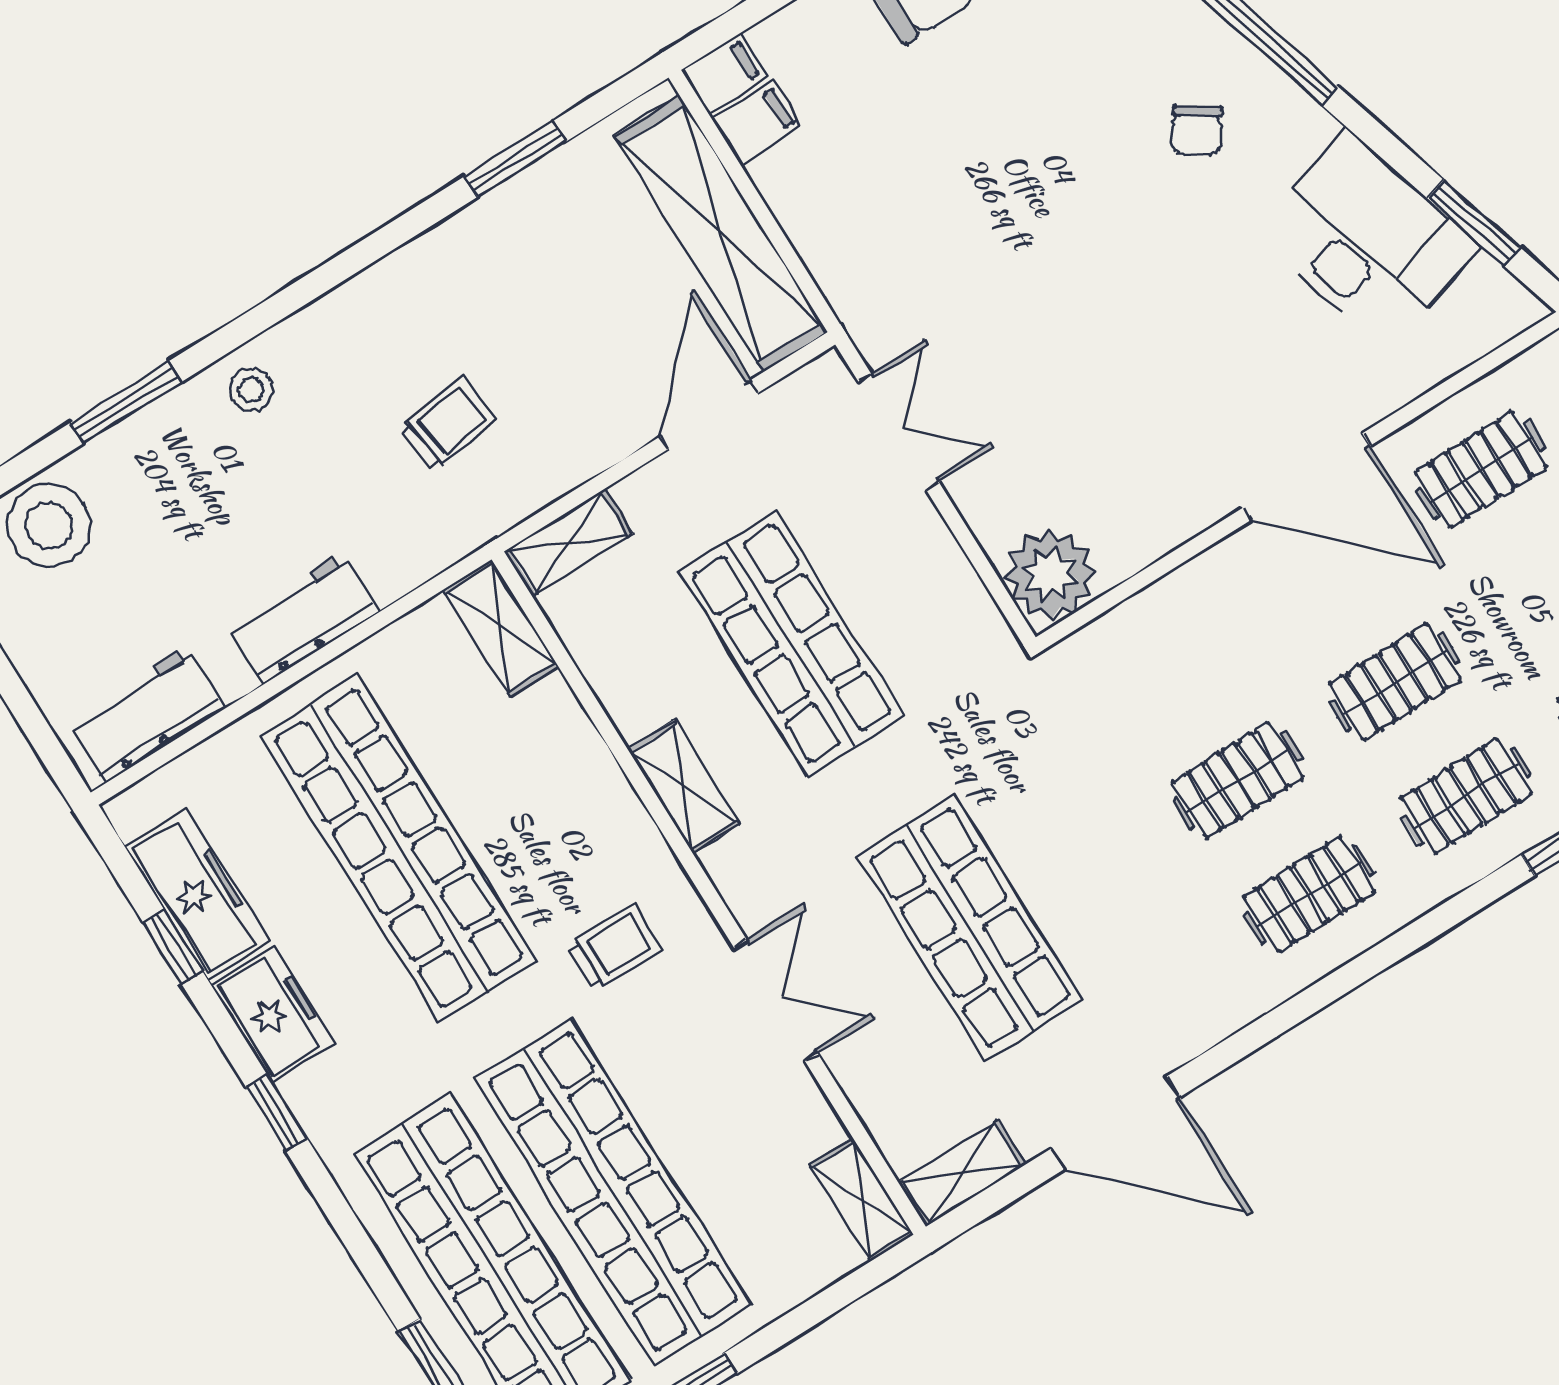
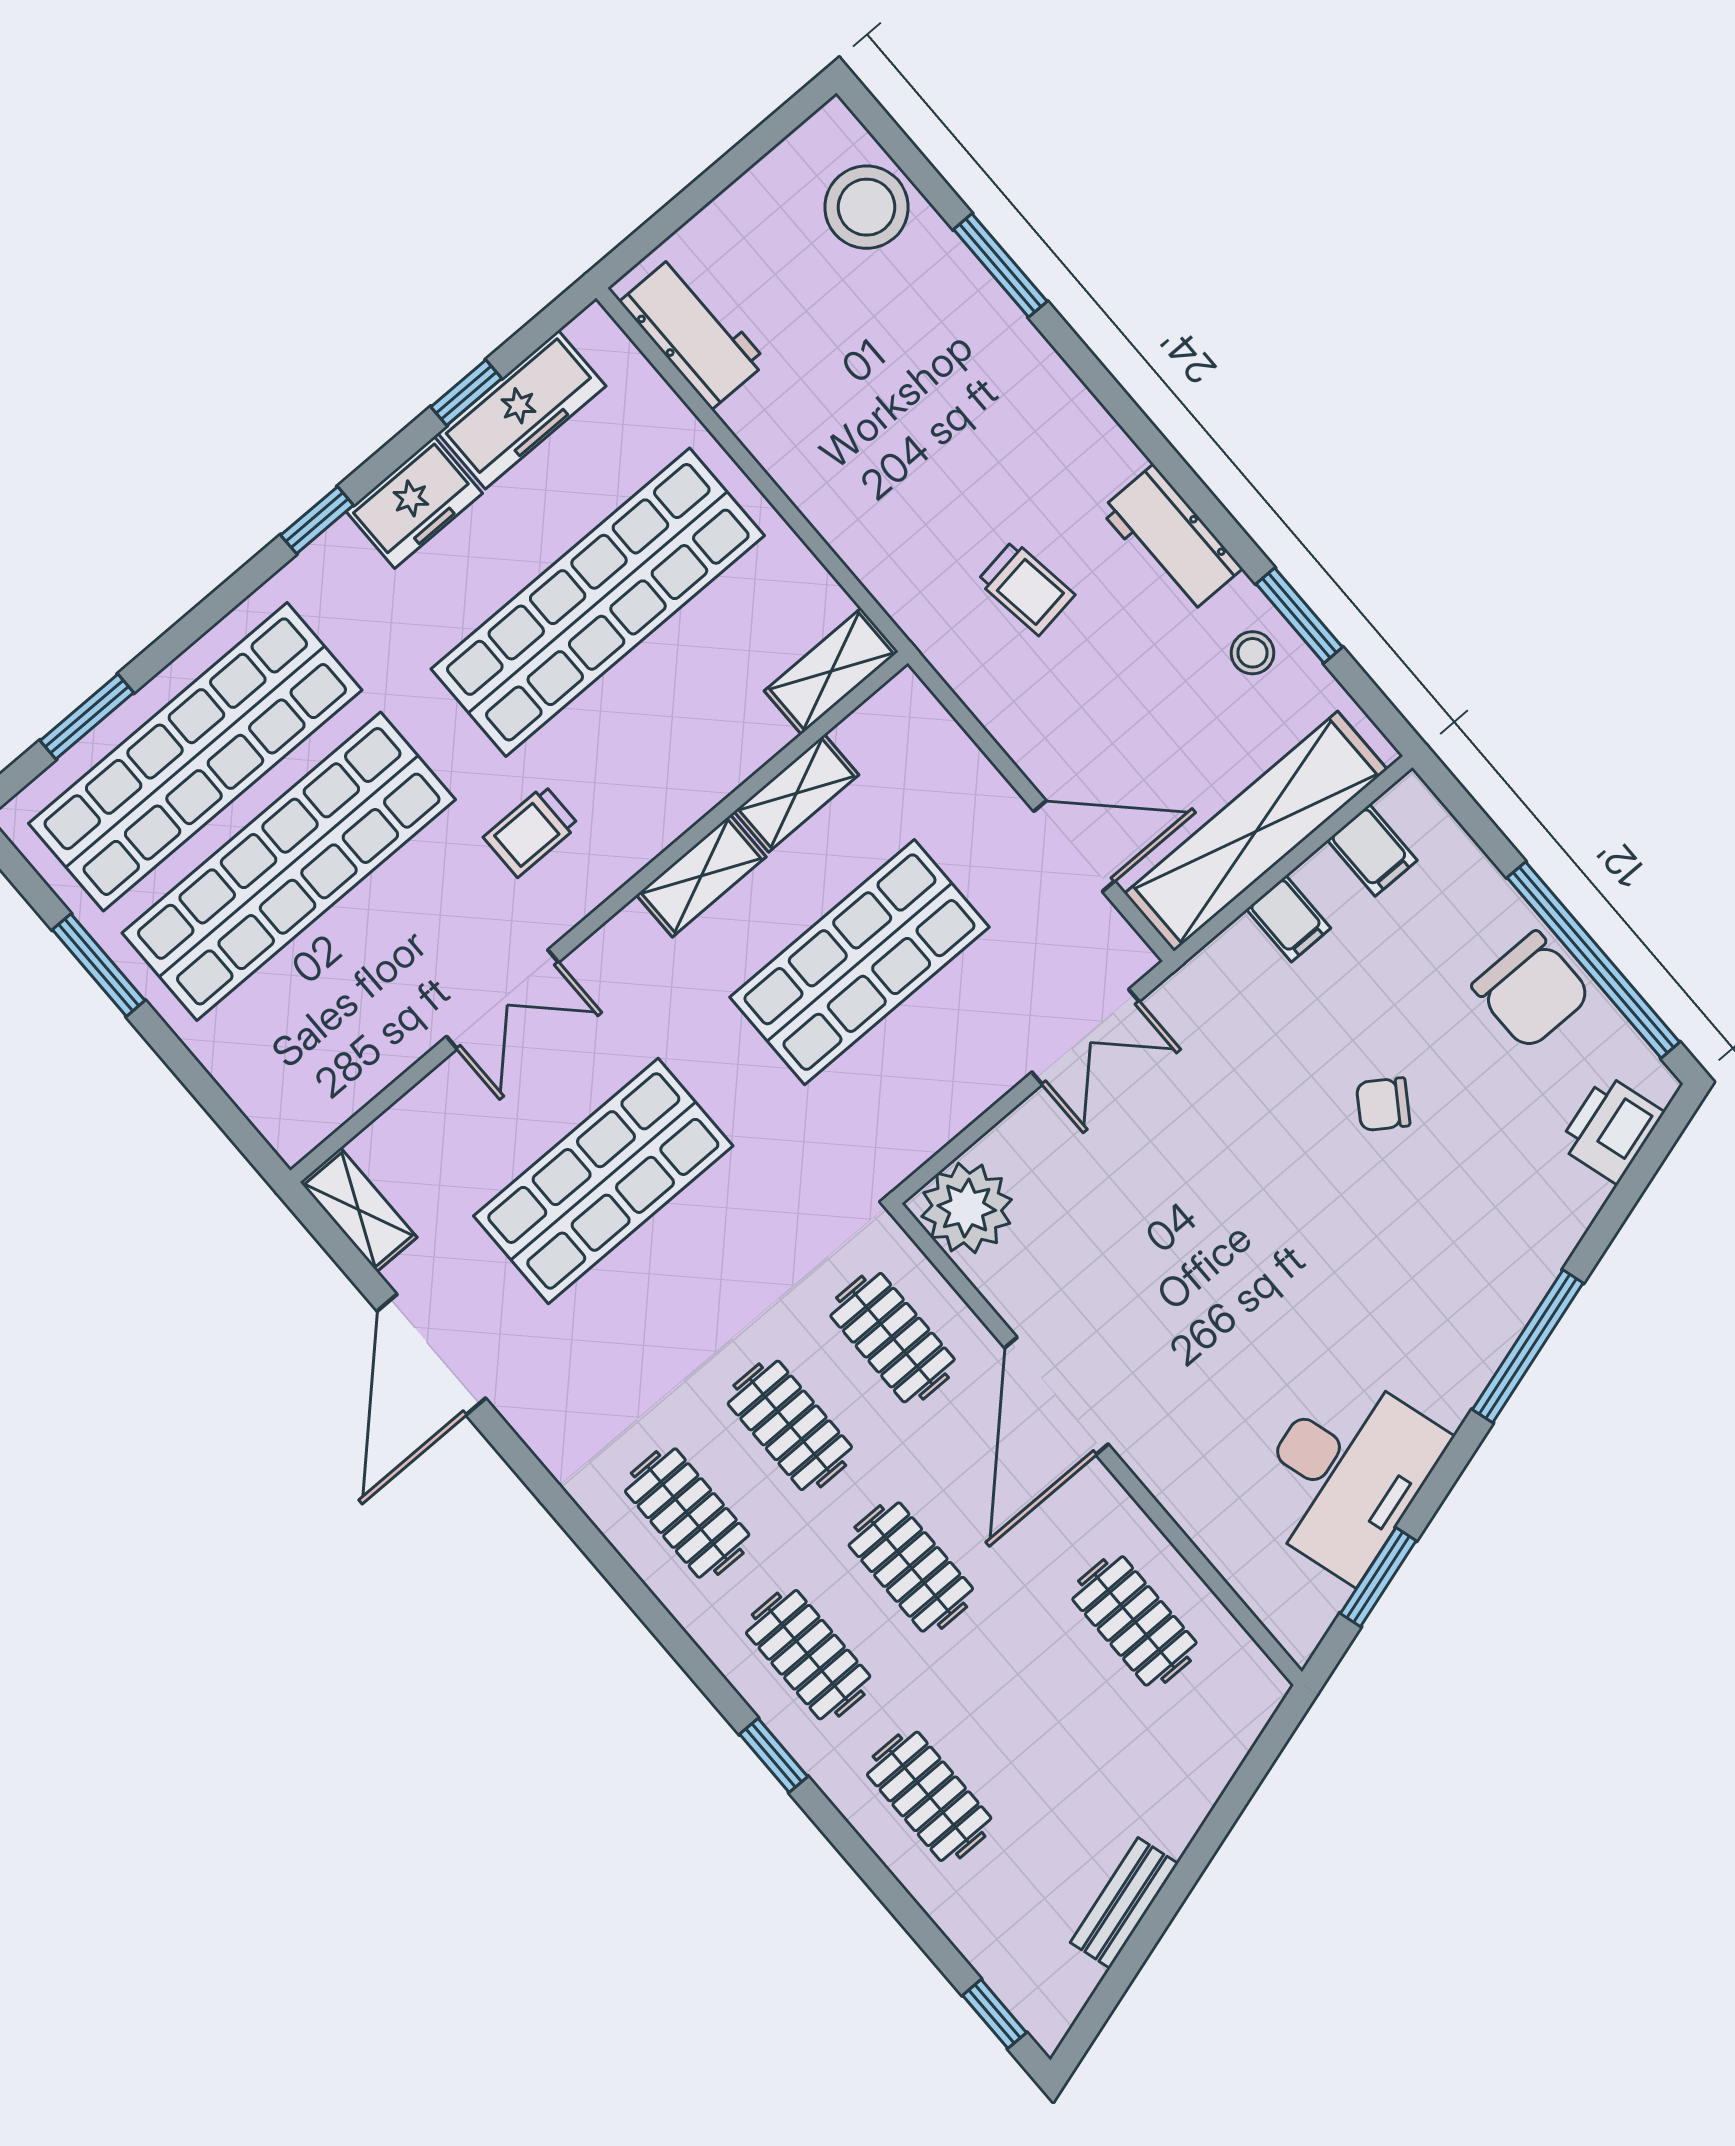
filing cabinet: (724, 73) -> (1289, 919), moved
chair: (1197, 130) -> (1383, 1104), moved
stool: (251, 390) -> (1253, 653), moved
door: (1306, 477) -> (1056, 1396), moved
shelving: (568, 543) -> (796, 793), moved, turned 90
workbench: (303, 618) -> (1171, 539), moved, turned 180
clothes rail: (1166, 666) -> (892, 1338), added
trolley: (614, 948) -> (531, 831), turned 90
shelving: (861, 1200) -> (317, 1114), removed

